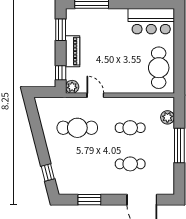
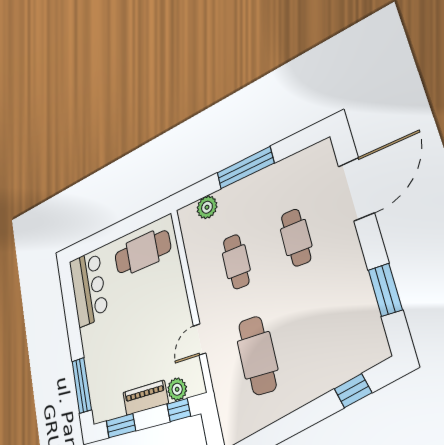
plant: (72, 87) -> (177, 389), moved

